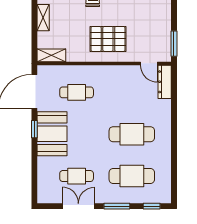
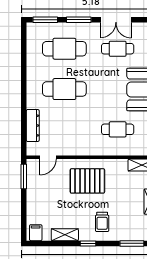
door: (149, 63) -> (48, 157), swing flipped
dresser: (165, 82) -> (33, 126), moved
window: (152, 206) -> (45, 20), width x1.50

